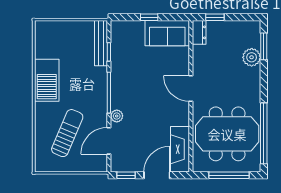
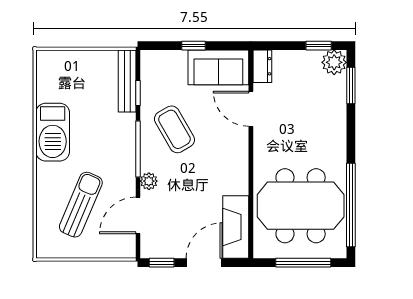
window: (215, 17) -> (319, 46), moved
plant: (252, 57) -> (334, 62), moved
coffee table: (135, 78) -> (174, 129), added
door: (191, 89) -> (251, 109), moved

